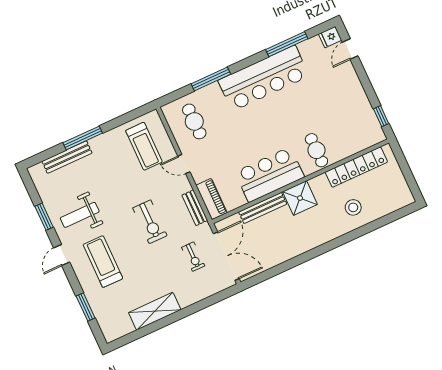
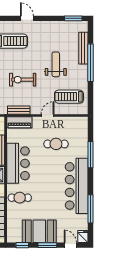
window: (365, 81) -> (47, 245), added
booth: (351, 101) -> (39, 231), added
cafe table: (194, 121) -> (56, 144), moved
window: (83, 138) -> (90, 63), width x1.46
weight bench: (80, 215) -> (56, 64), moved
window: (44, 217) -> (73, 18), moved

